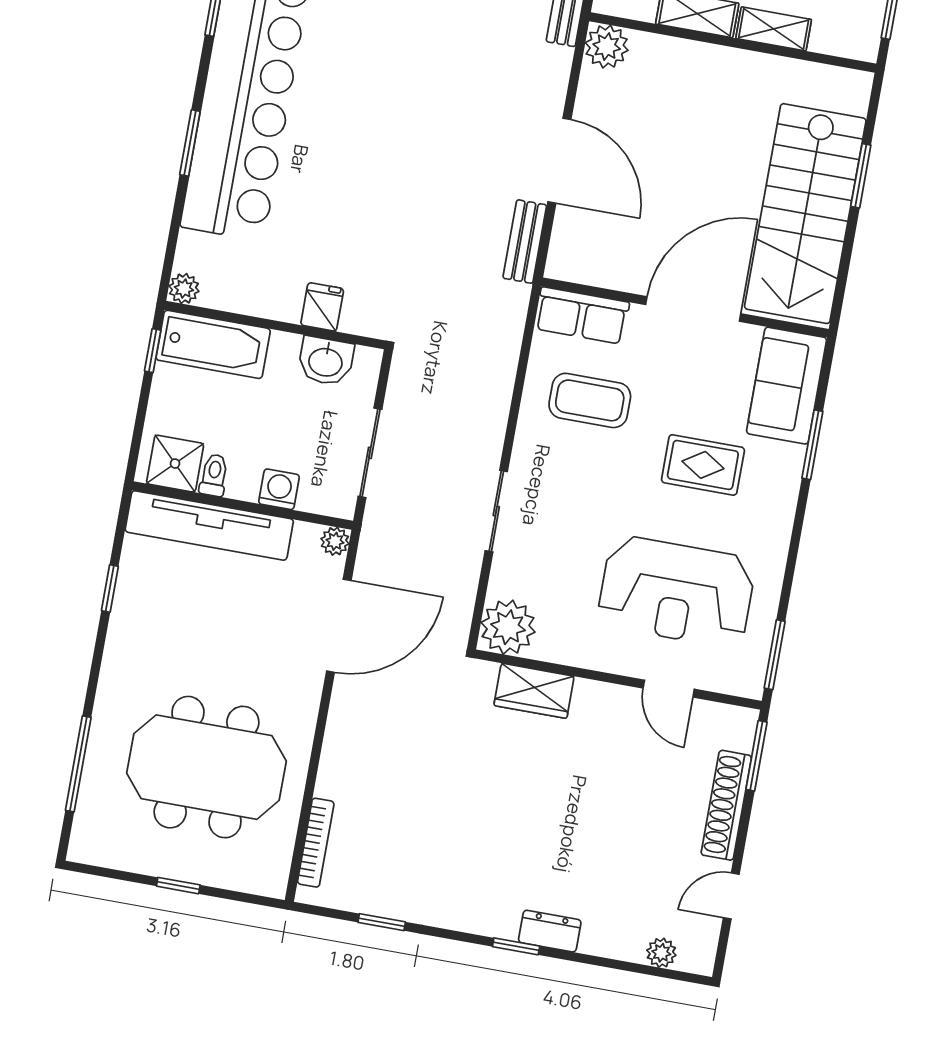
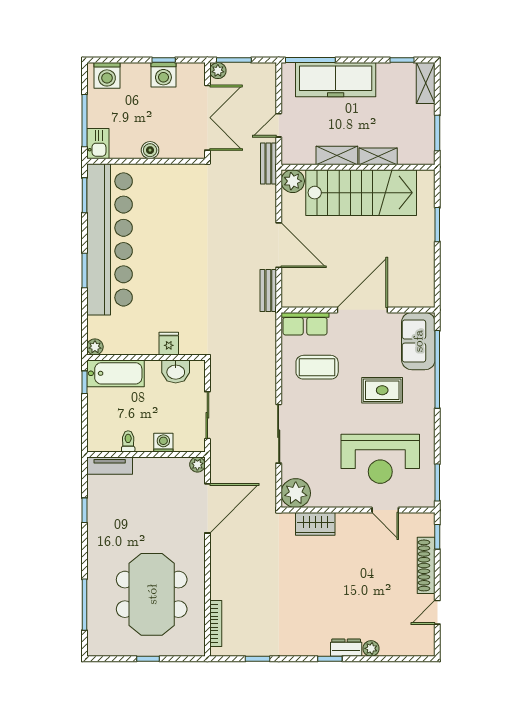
stairs: (805, 214) -> (361, 193), moved, turned -90
window: (812, 445) -> (437, 369), width x2.11
shower: (175, 464) -> (107, 439), removed
sliding door: (496, 511) -> (279, 434), width x1.37
tv unit: (209, 525) -> (110, 466), width x0.52, depth x0.78
window: (756, 756) -> (437, 537), width x0.67
meeting table: (207, 767) -> (152, 594), turned 90
plant: (661, 953) -> (371, 648), moved

